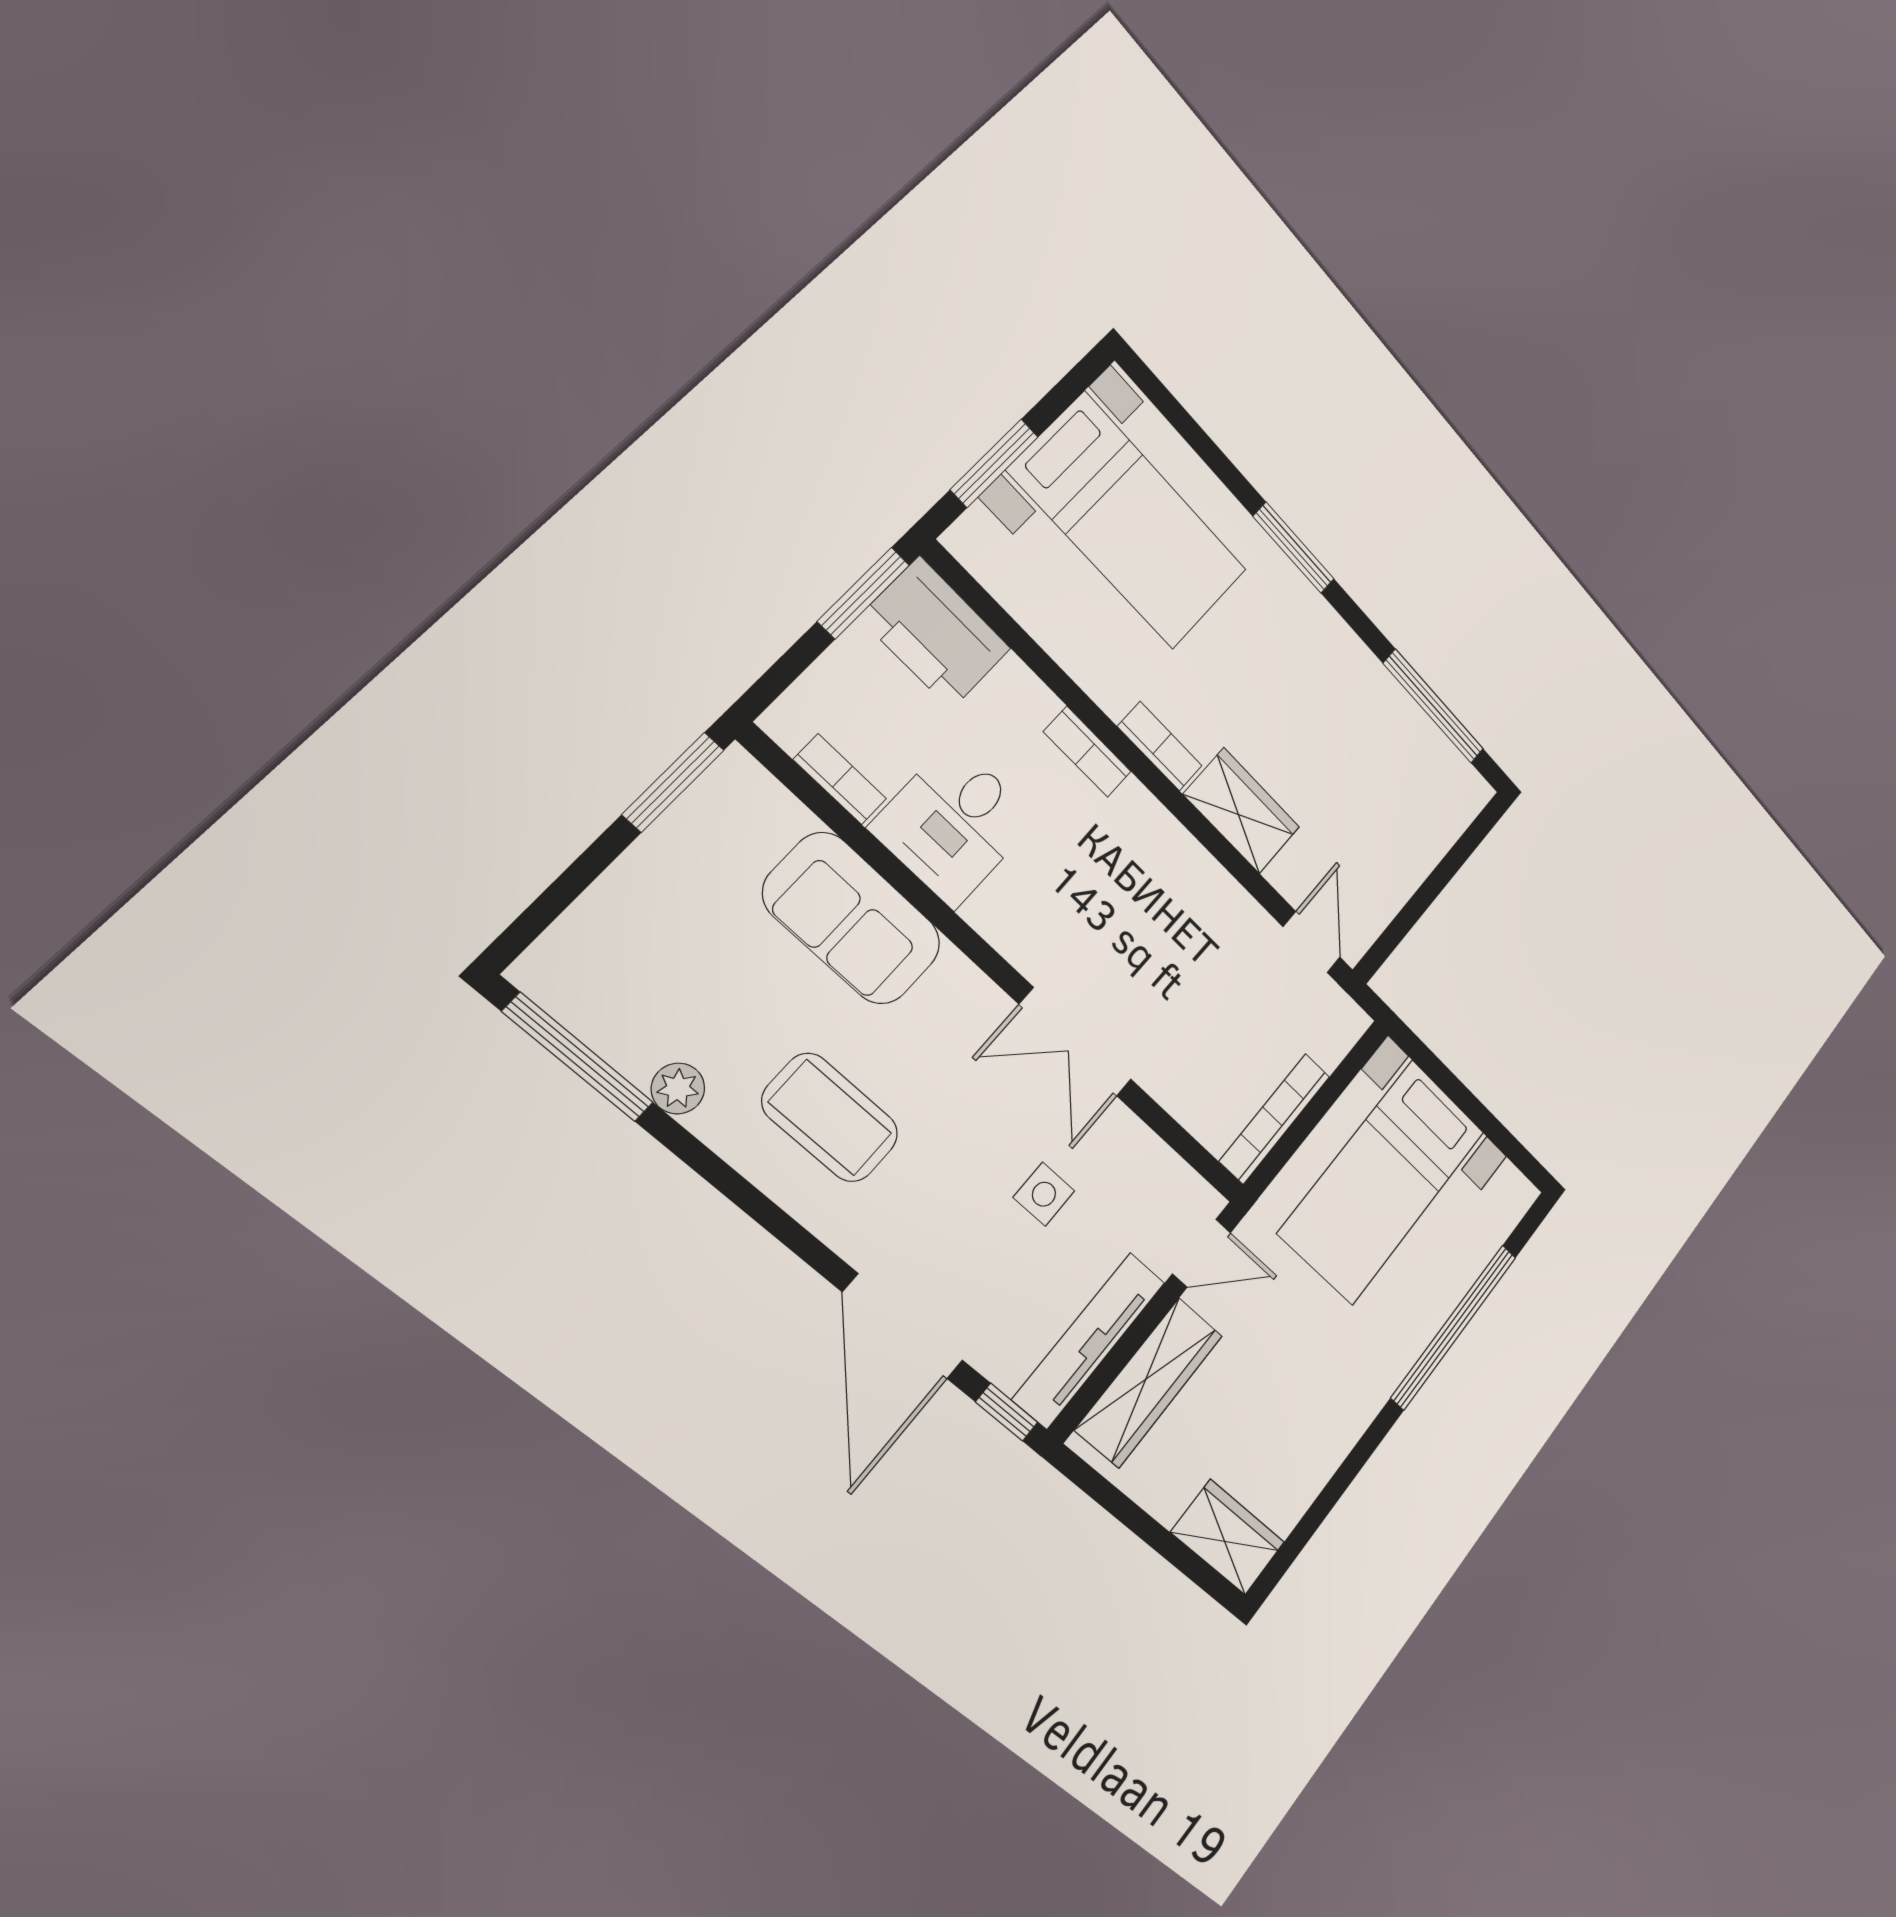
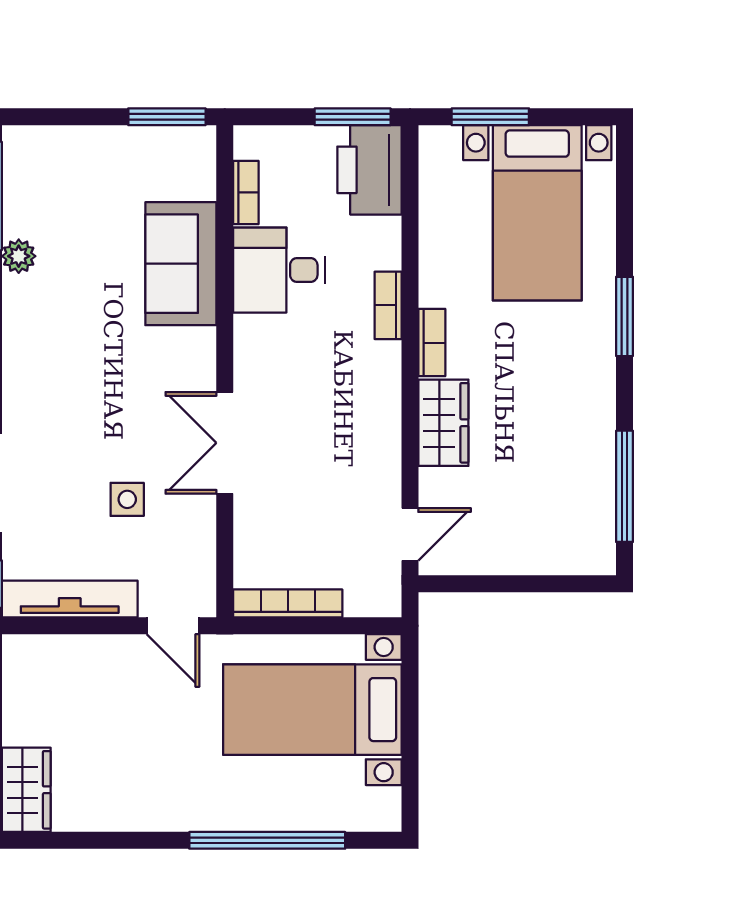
coffee table: (830, 1118) -> (69, 345), removed
wardrobe: (1149, 1382) -> (75, 658), removed

